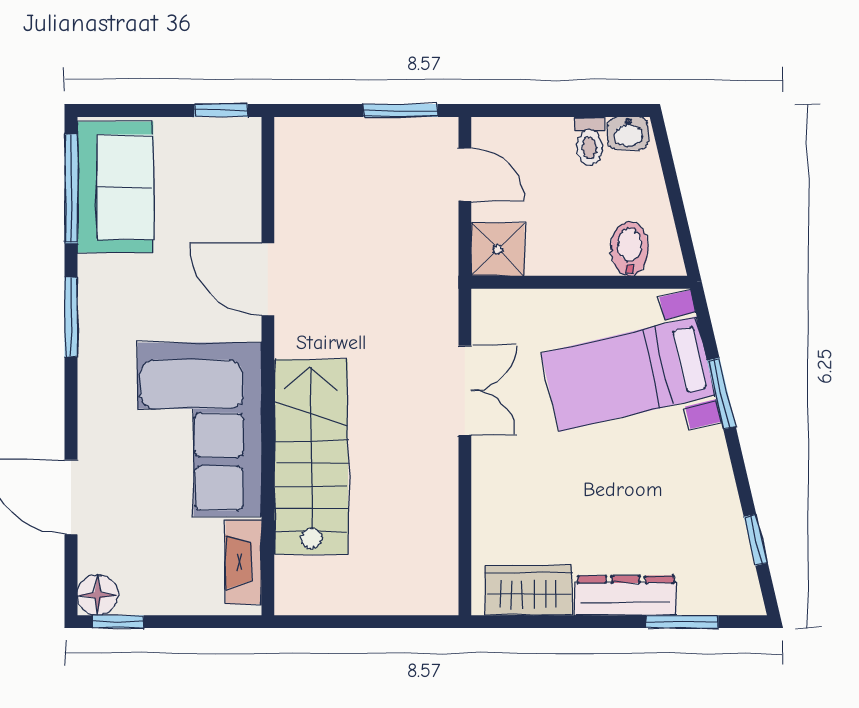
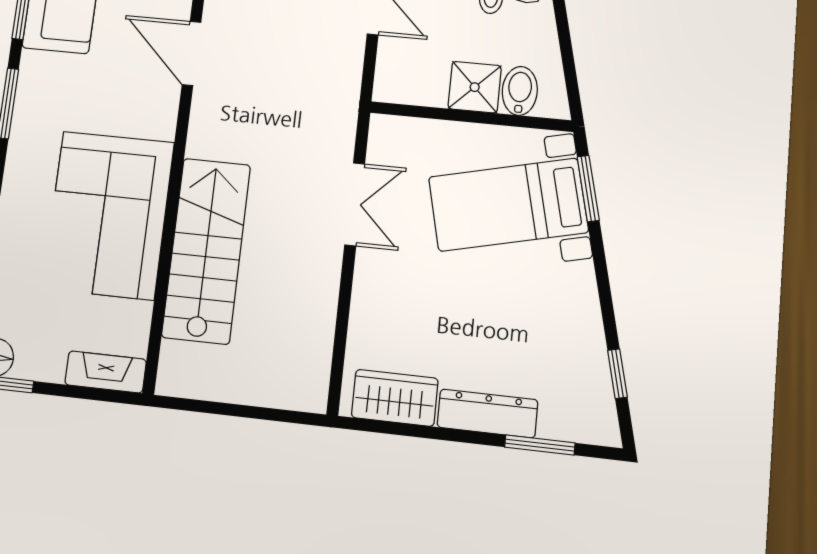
shower: (498, 249) -> (475, 87), moved
door: (268, 279) -> (191, 53), moved
window: (721, 393) -> (588, 188), moved
fireplace: (244, 562) -> (106, 372), moved, turned 90

